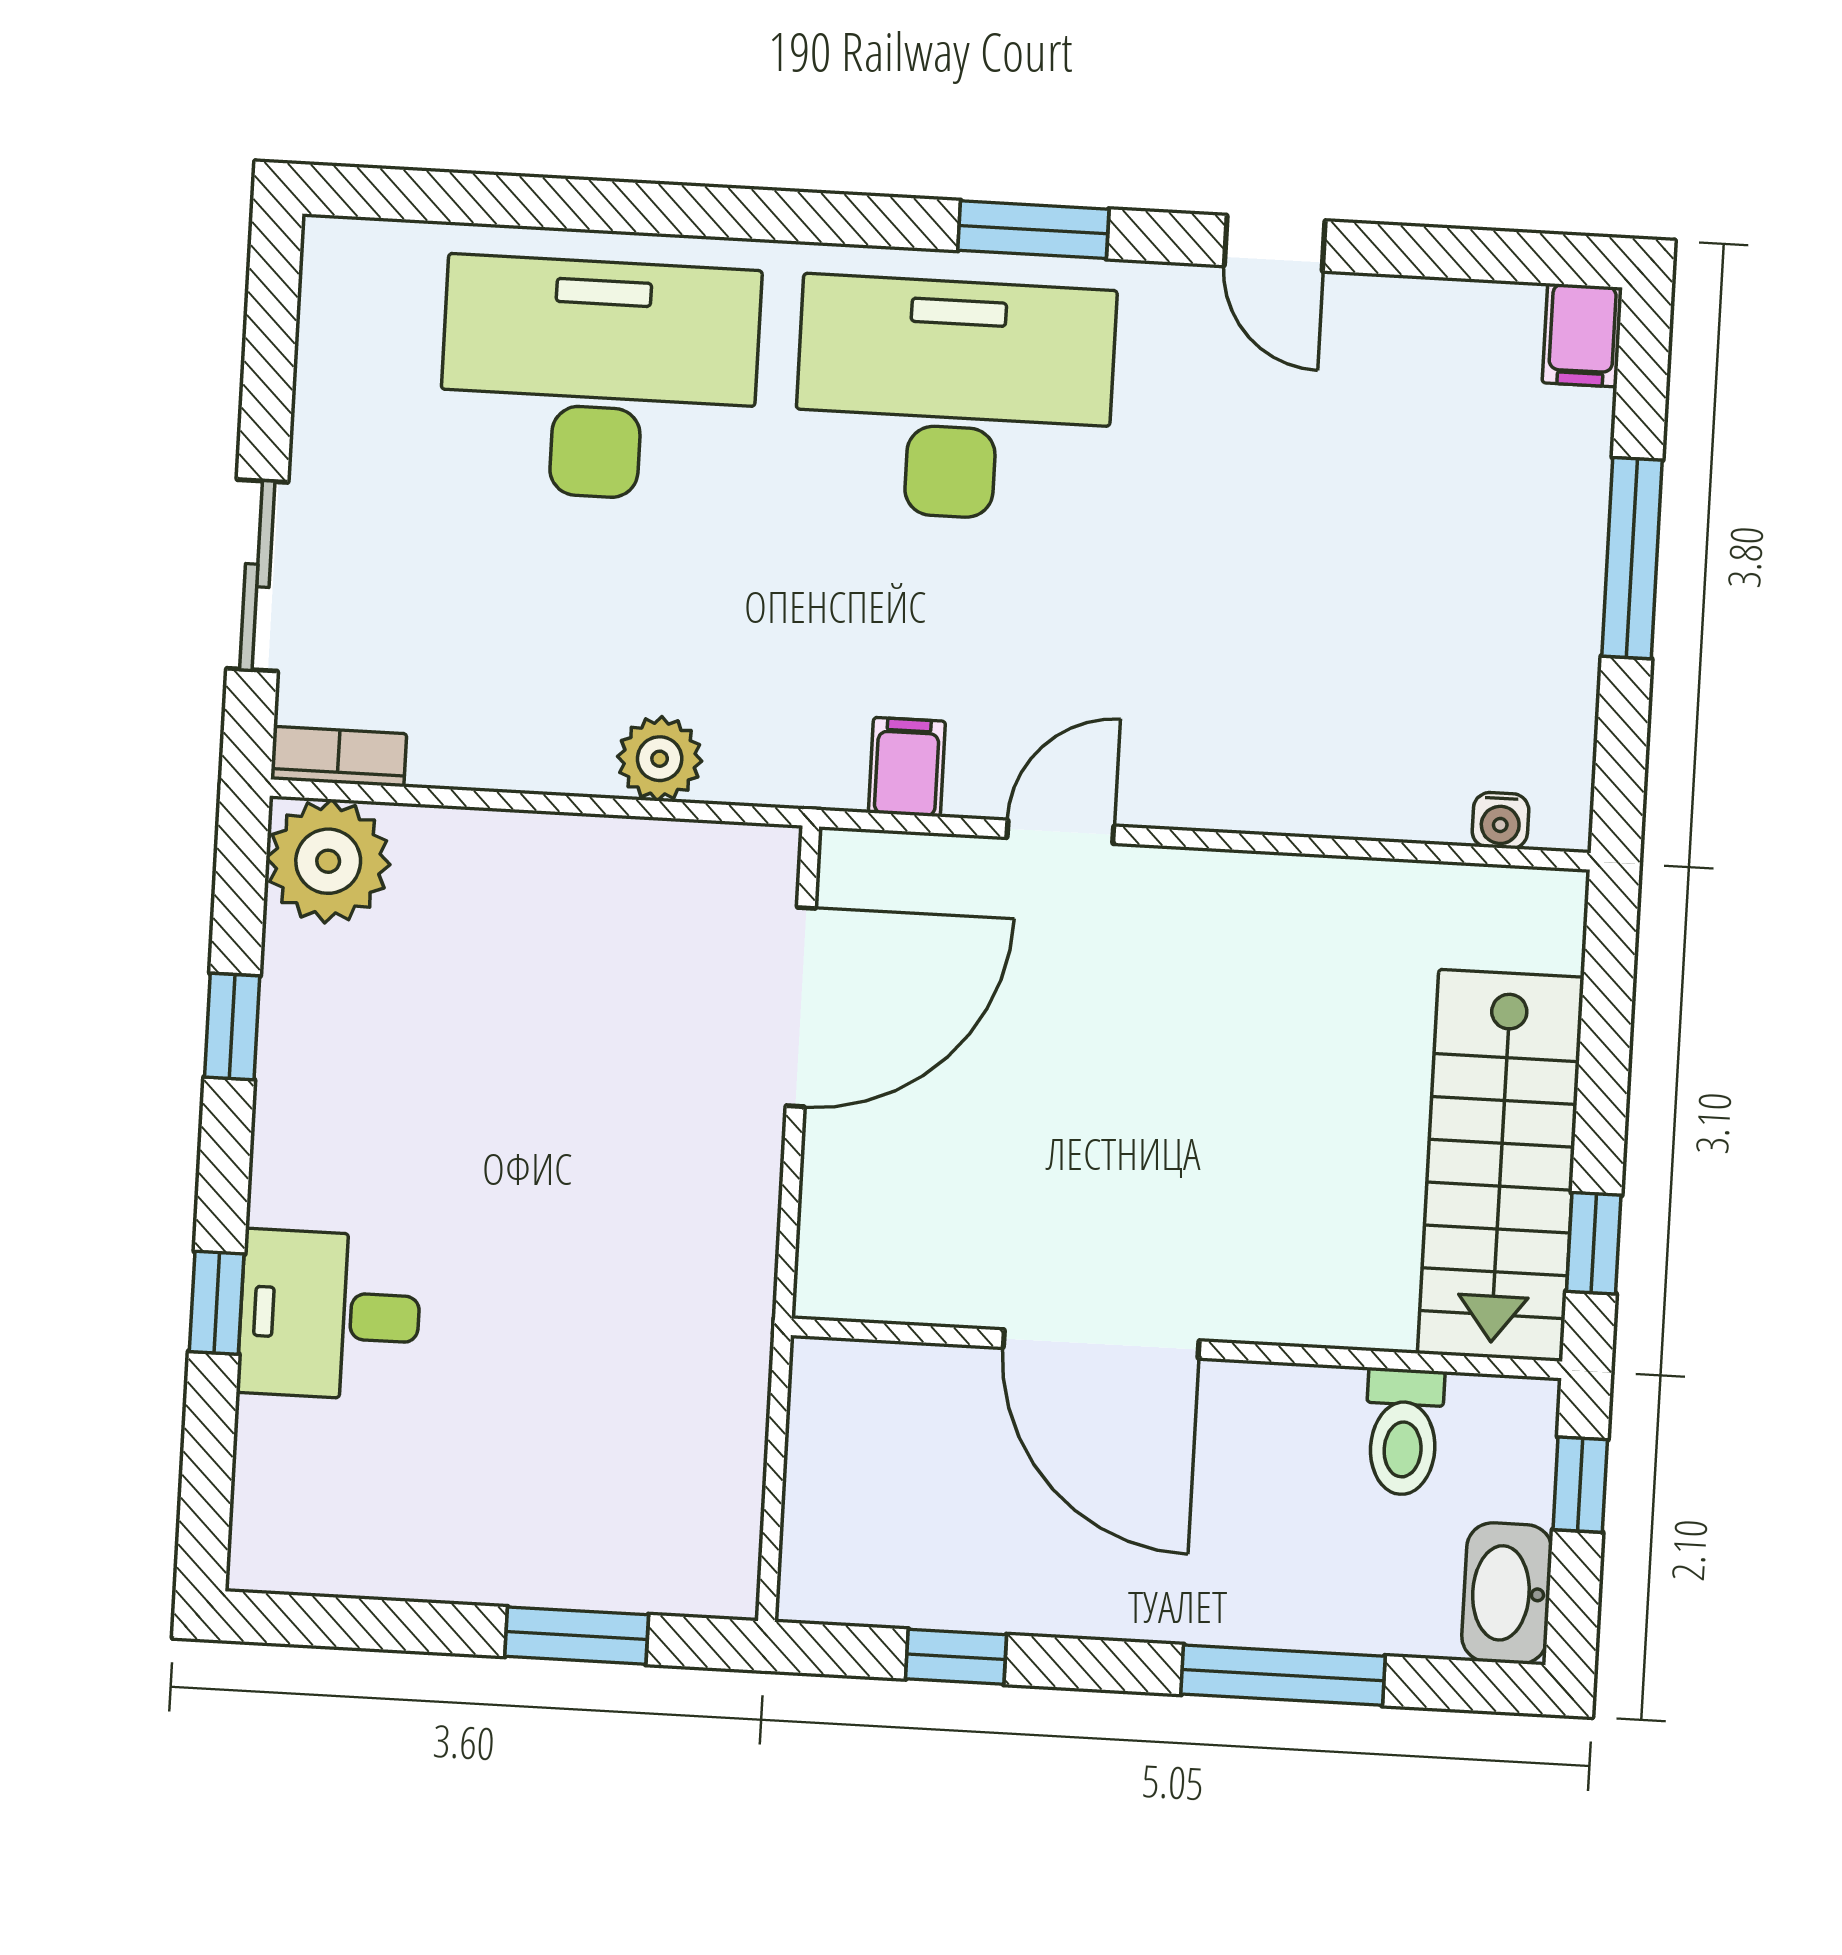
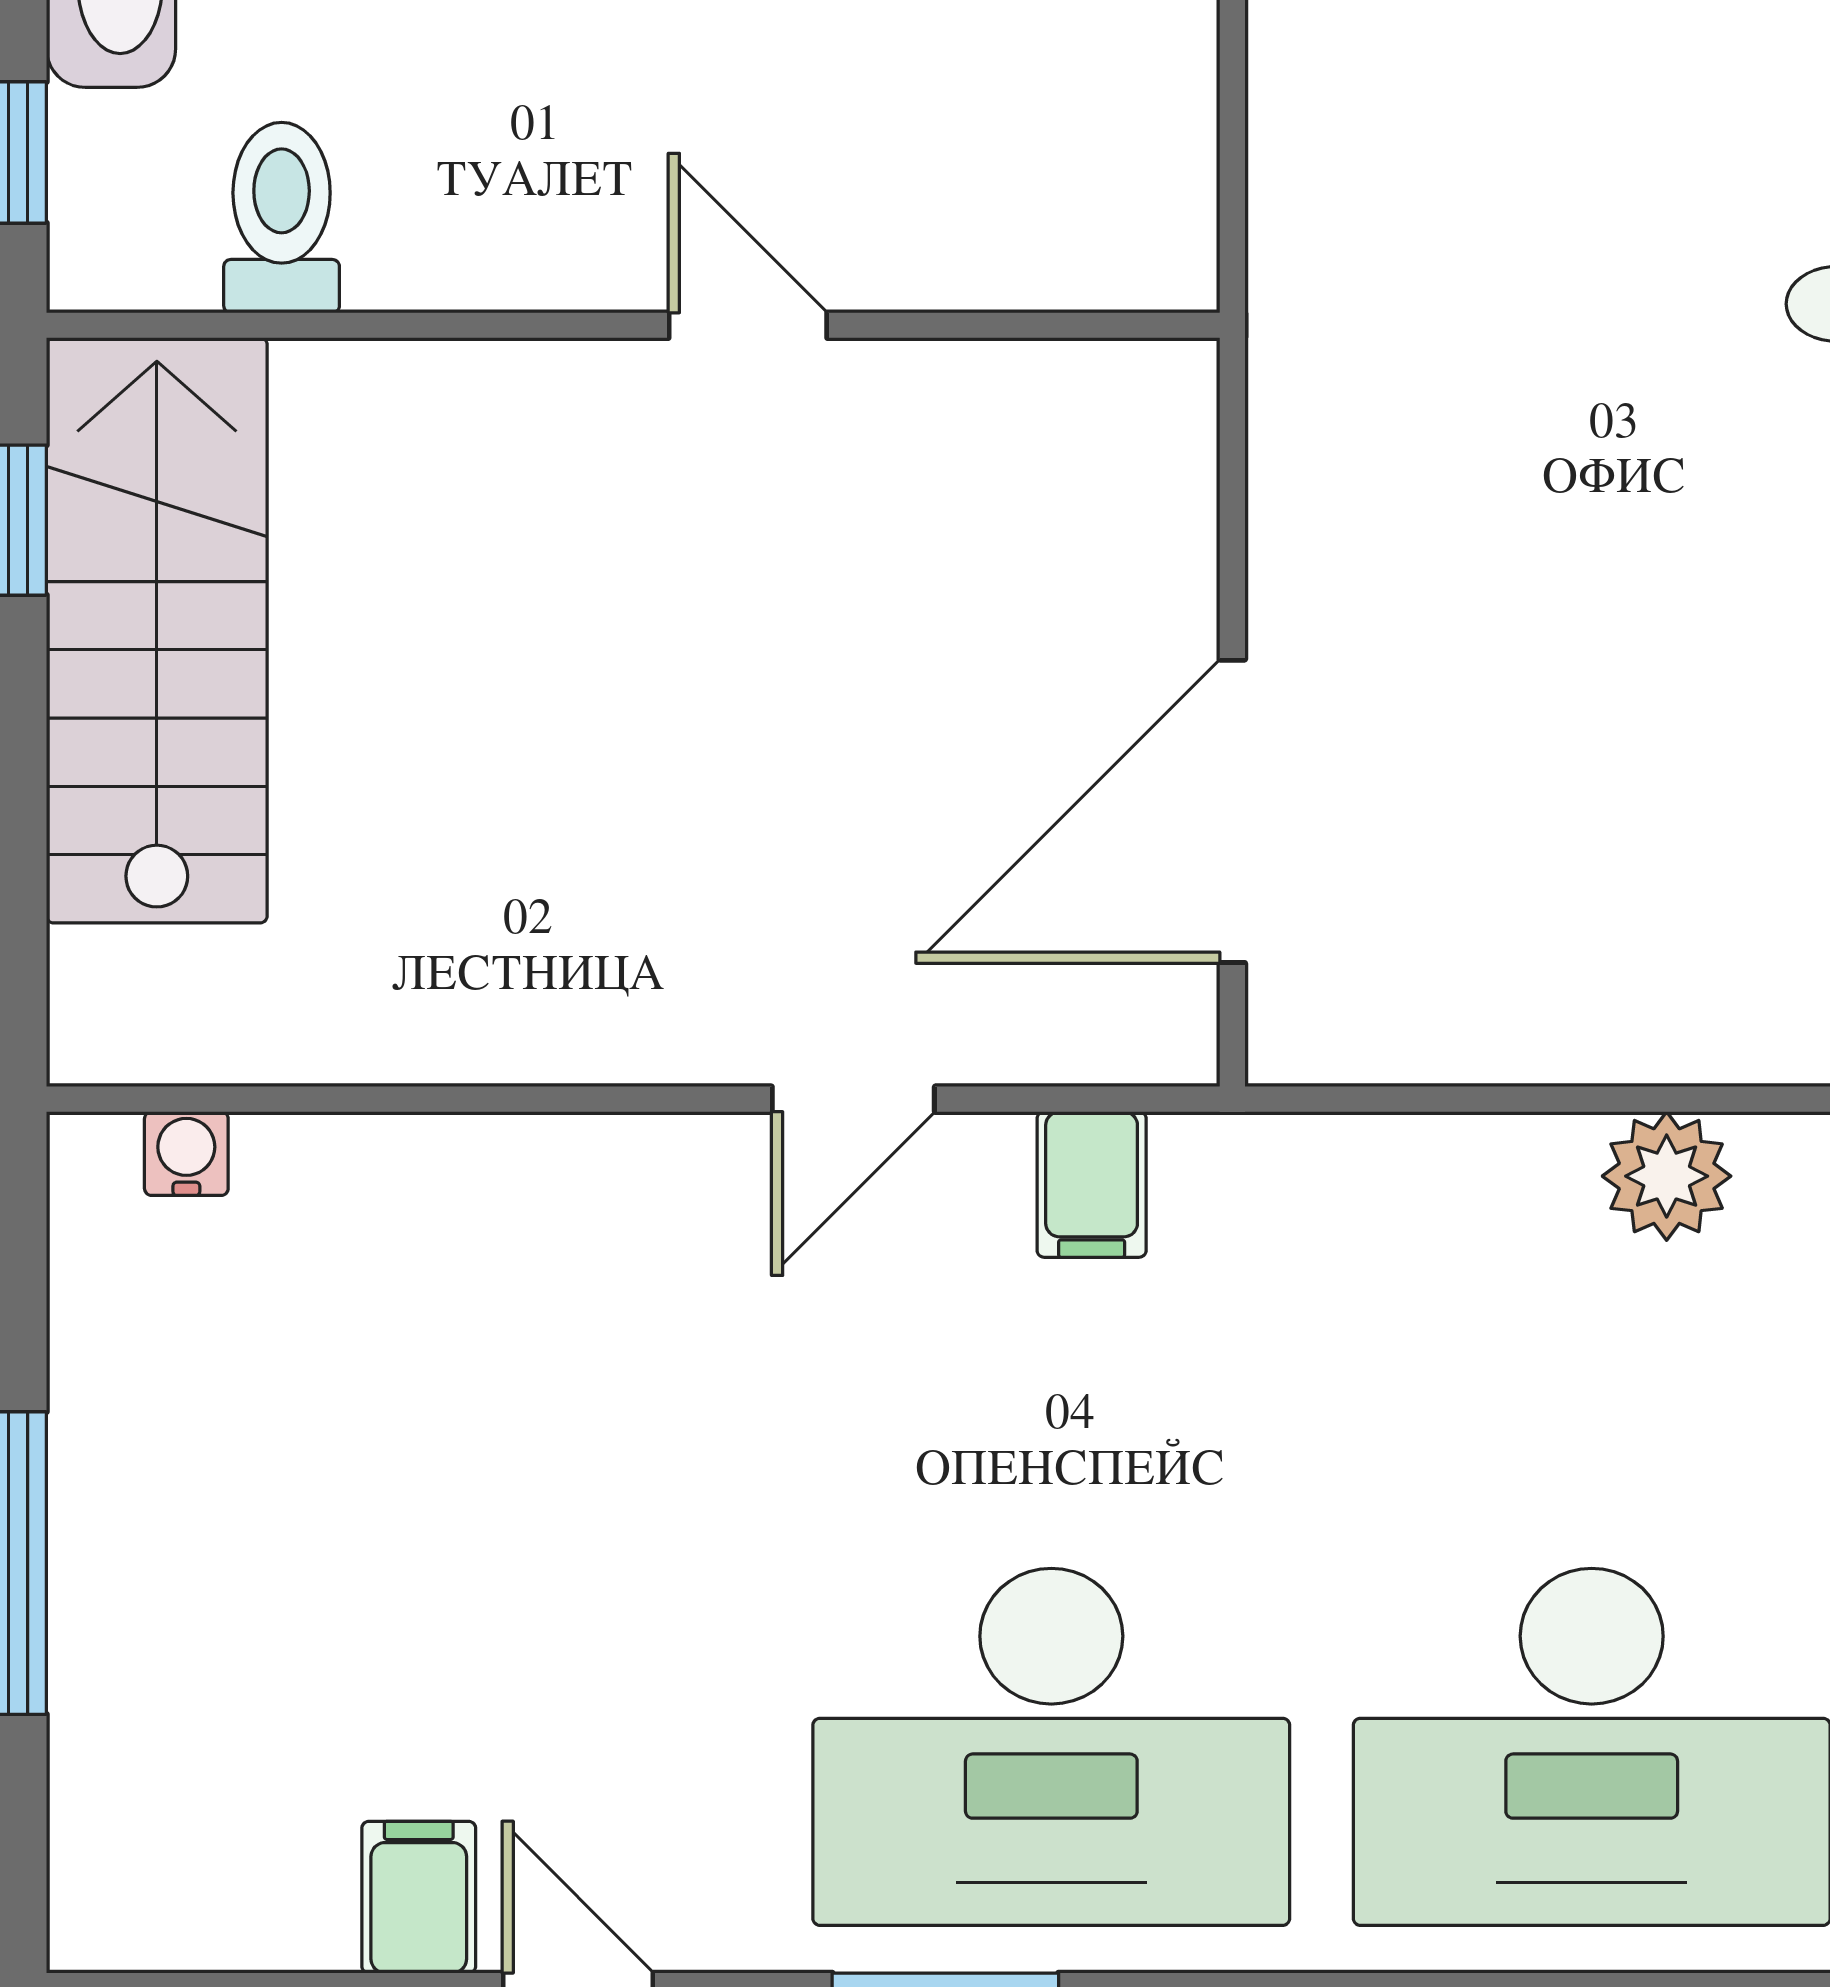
filing cabinet: (1582, 335) -> (419, 1897), moved
plant: (660, 759) -> (1667, 1176), moved
door: (1101, 1344) -> (748, 325), width x0.53

